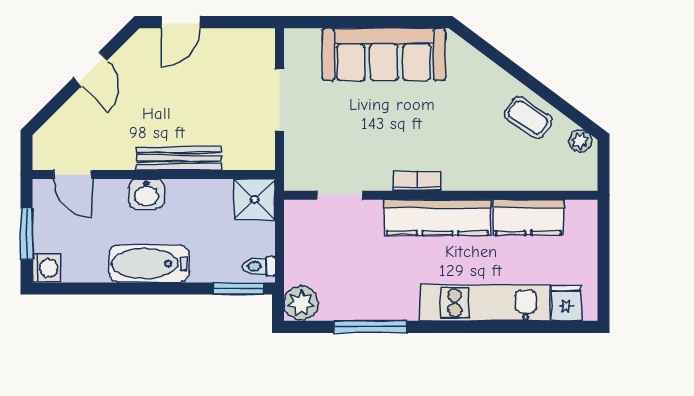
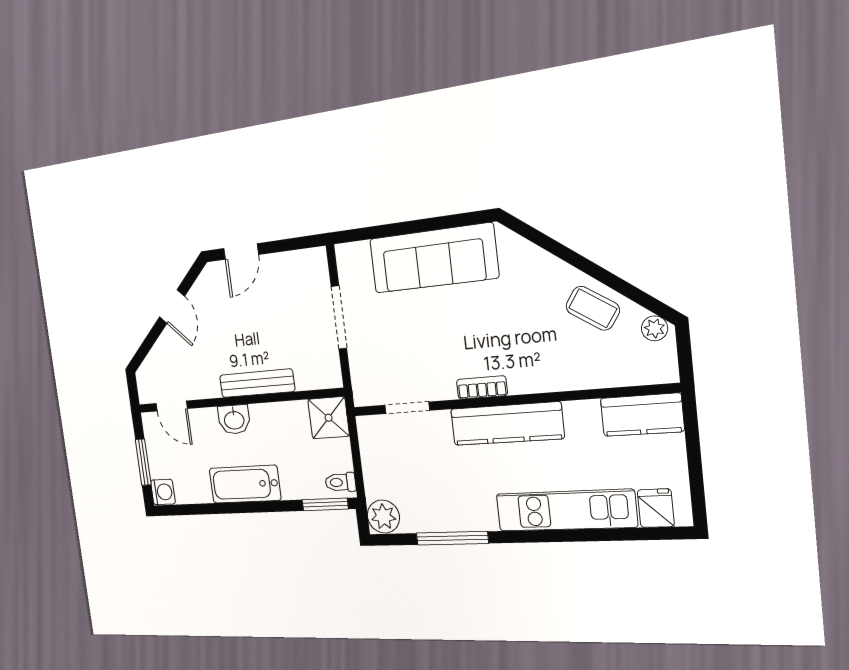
kitchen counter: (528, 217) -> (642, 415), moved

